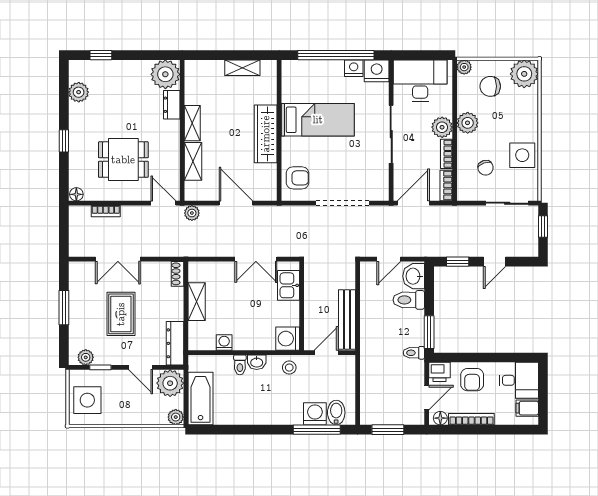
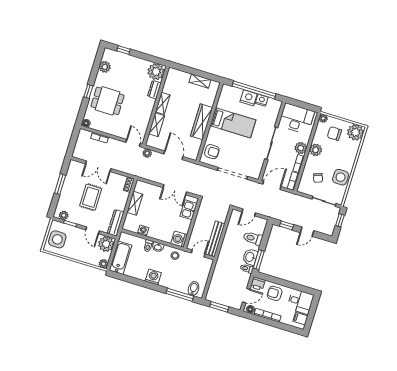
nightstand: (377, 71) -> (248, 98), moved
dining table: (123, 160) -> (108, 101), moved
washbasin: (414, 276) -> (250, 257), moved
armchair: (472, 380) -> (275, 293), turned 90
washing machine: (315, 414) -> (153, 277), moved

